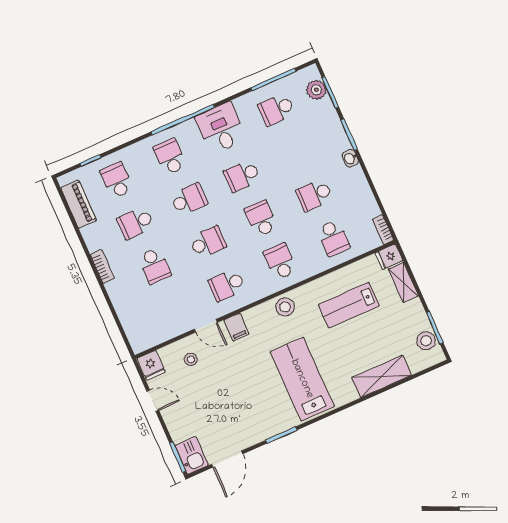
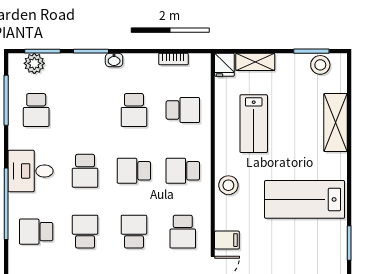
bookcase: (383, 230) -> (173, 59), moved

